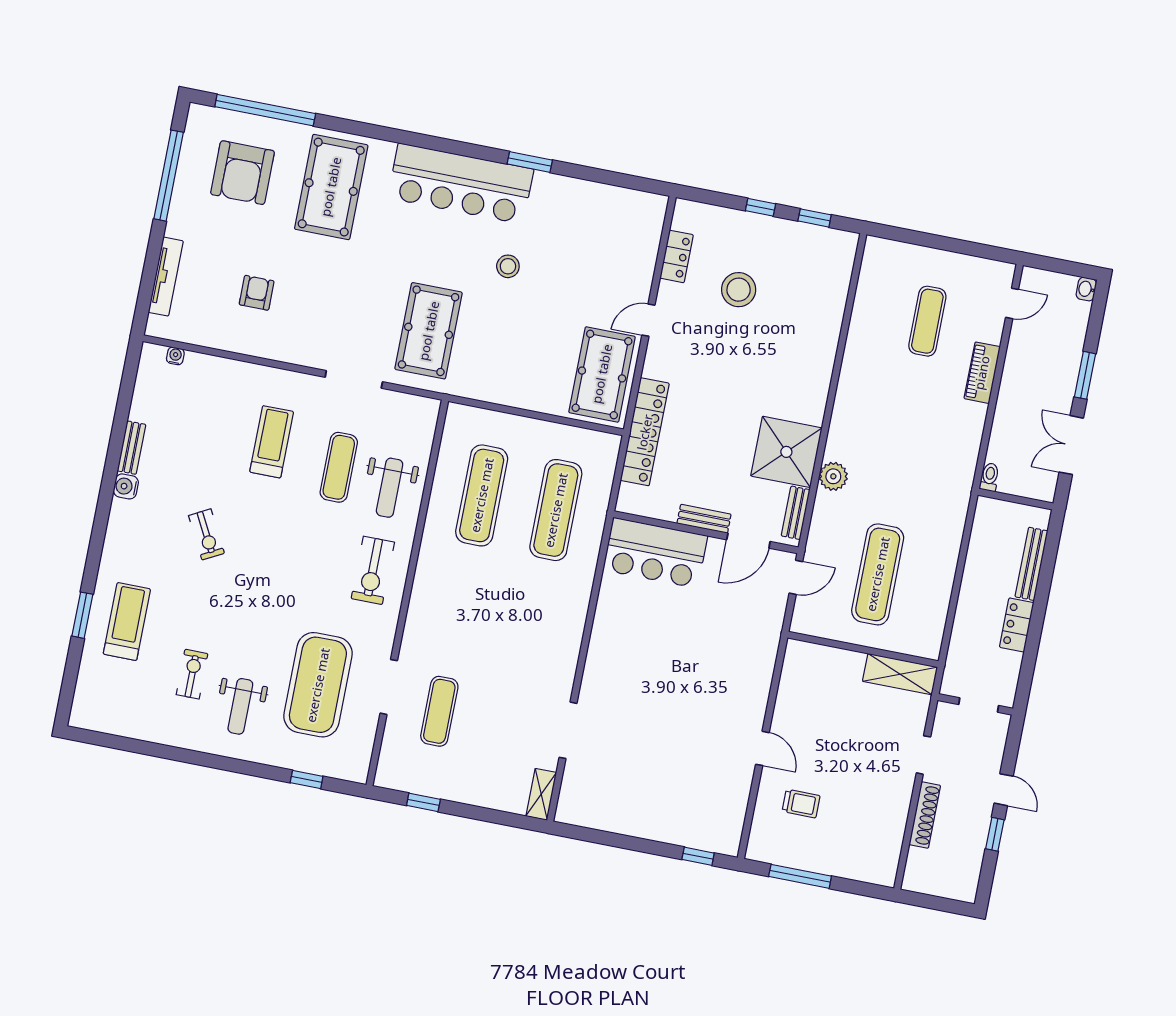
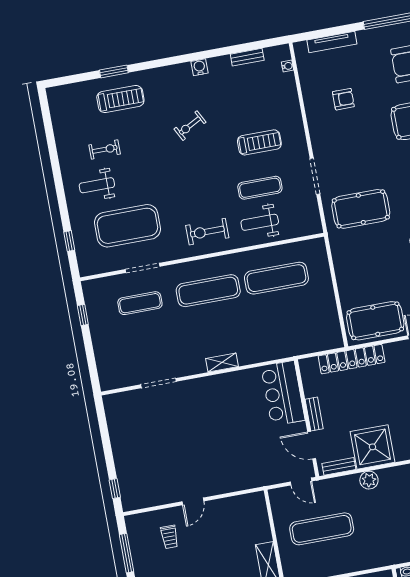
bench: (131, 448) -> (247, 57), moved
exercise mat: (556, 510) -> (208, 291), moved
shelving: (541, 794) -> (222, 363), moved

